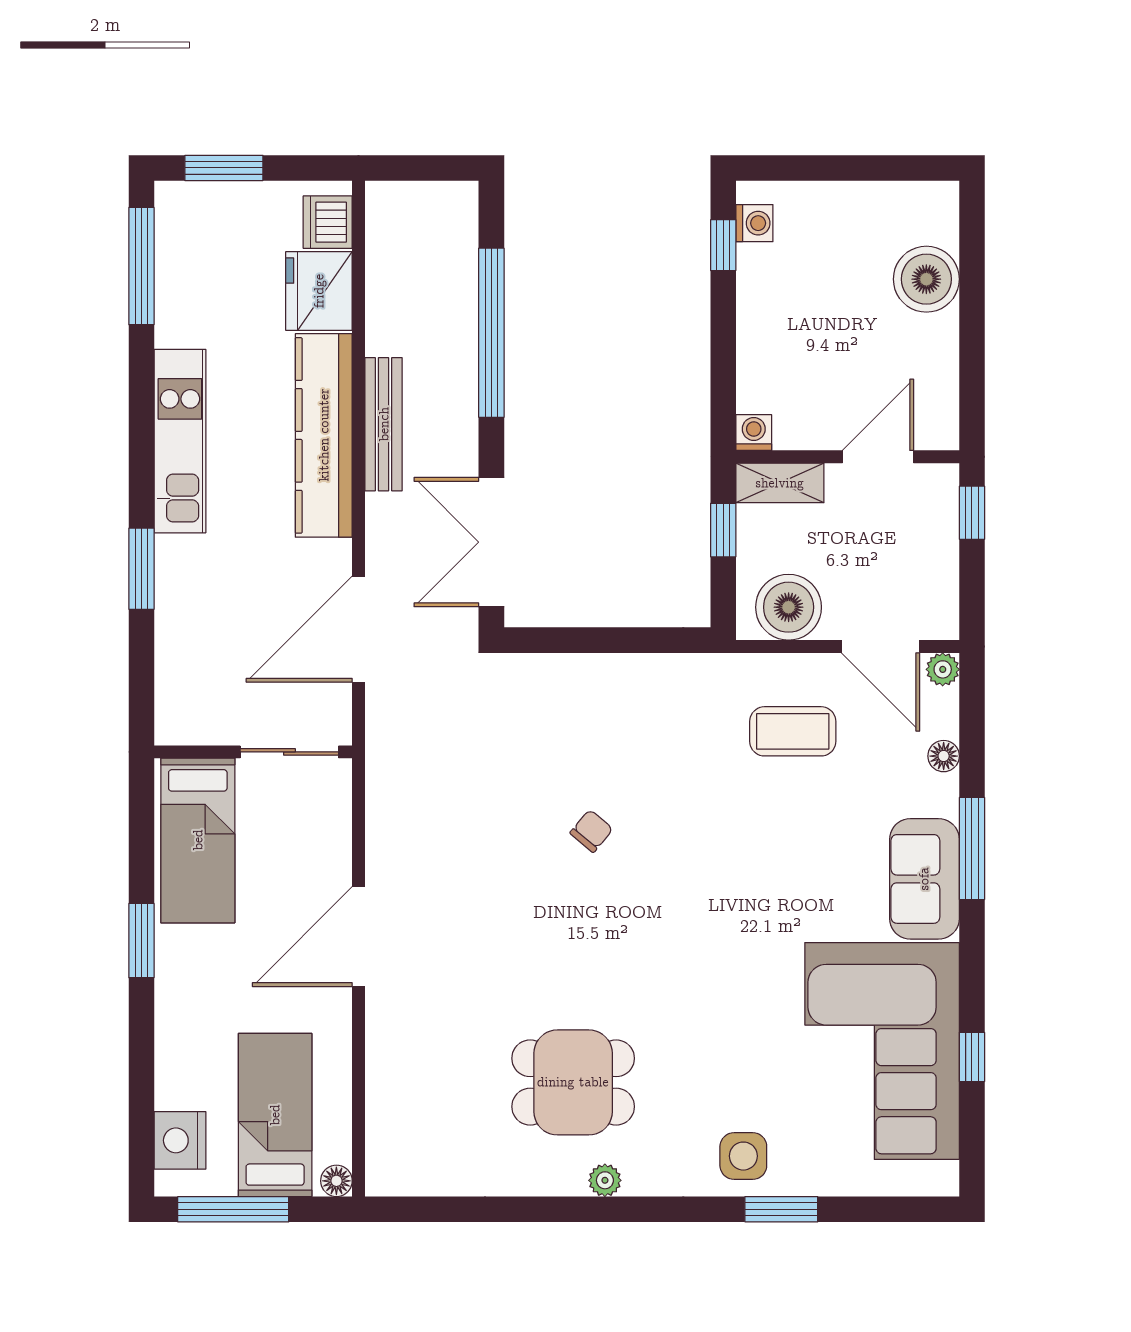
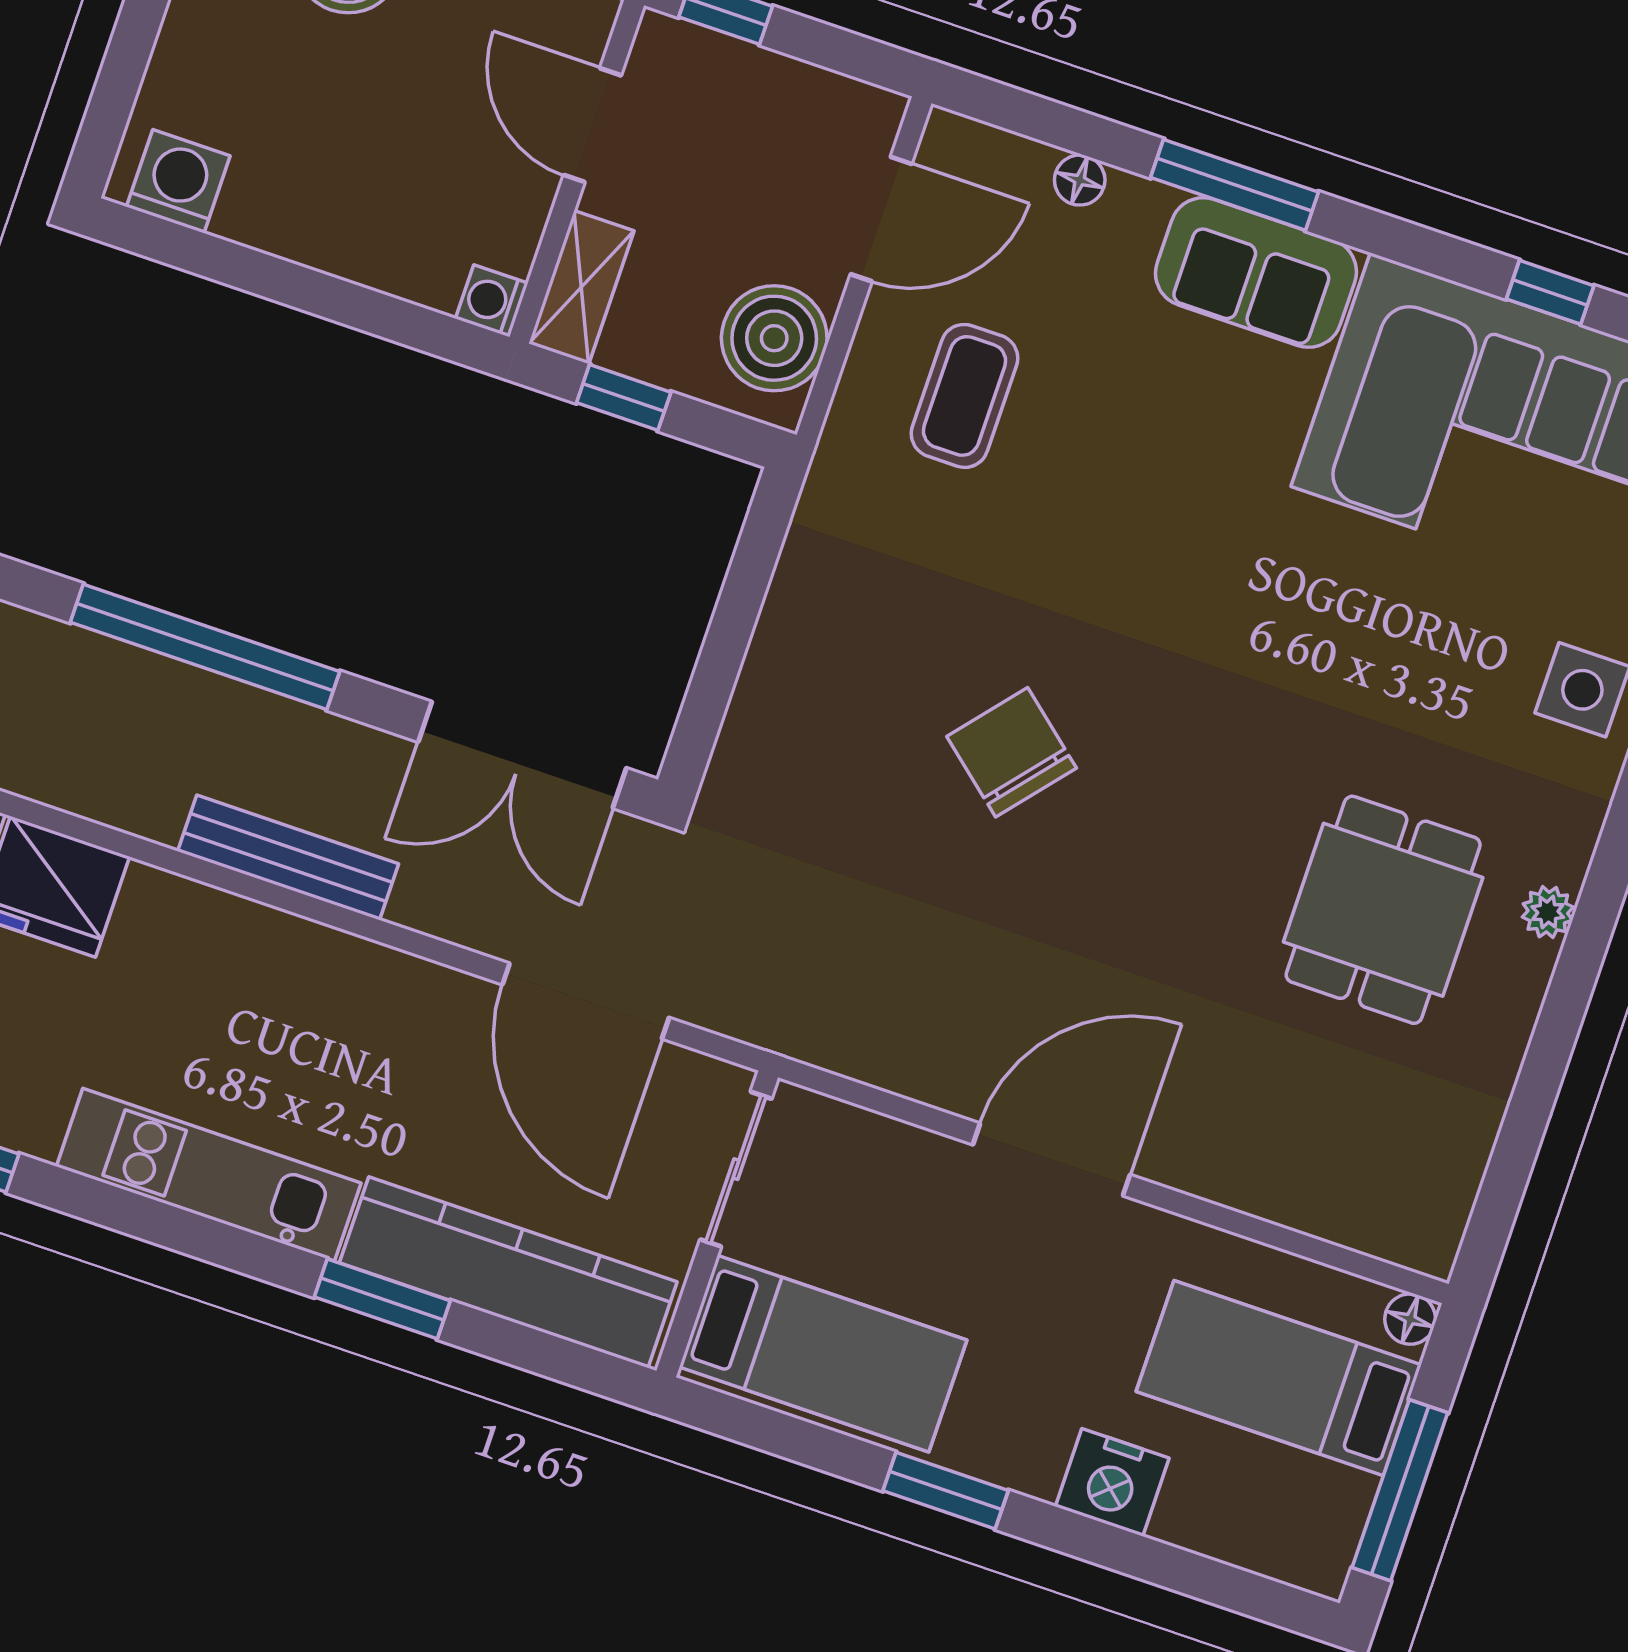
washing machine: (754, 223) -> (178, 181), width x1.38, depth x1.38
window: (723, 245) -> (192, 250), removed
kitchen counter: (324, 435) -> (508, 1272), moved, turned 180
plant: (943, 669) -> (948, 137), removed
chair: (591, 831) -> (1012, 752), width x1.87, depth x1.87
door: (359, 937) -> (1051, 1160), swing flipped
nightstand: (180, 1140) -> (1112, 1482), moved

